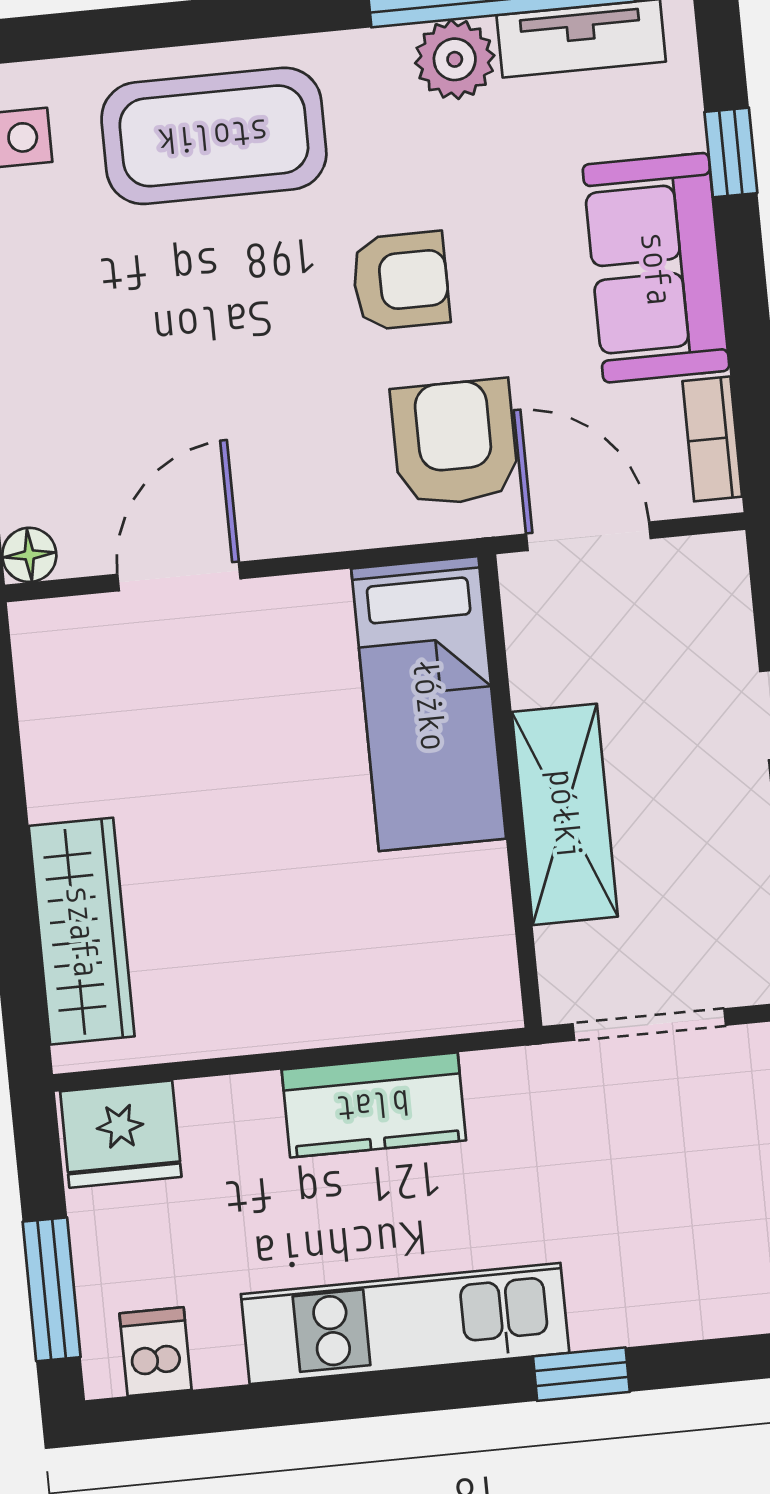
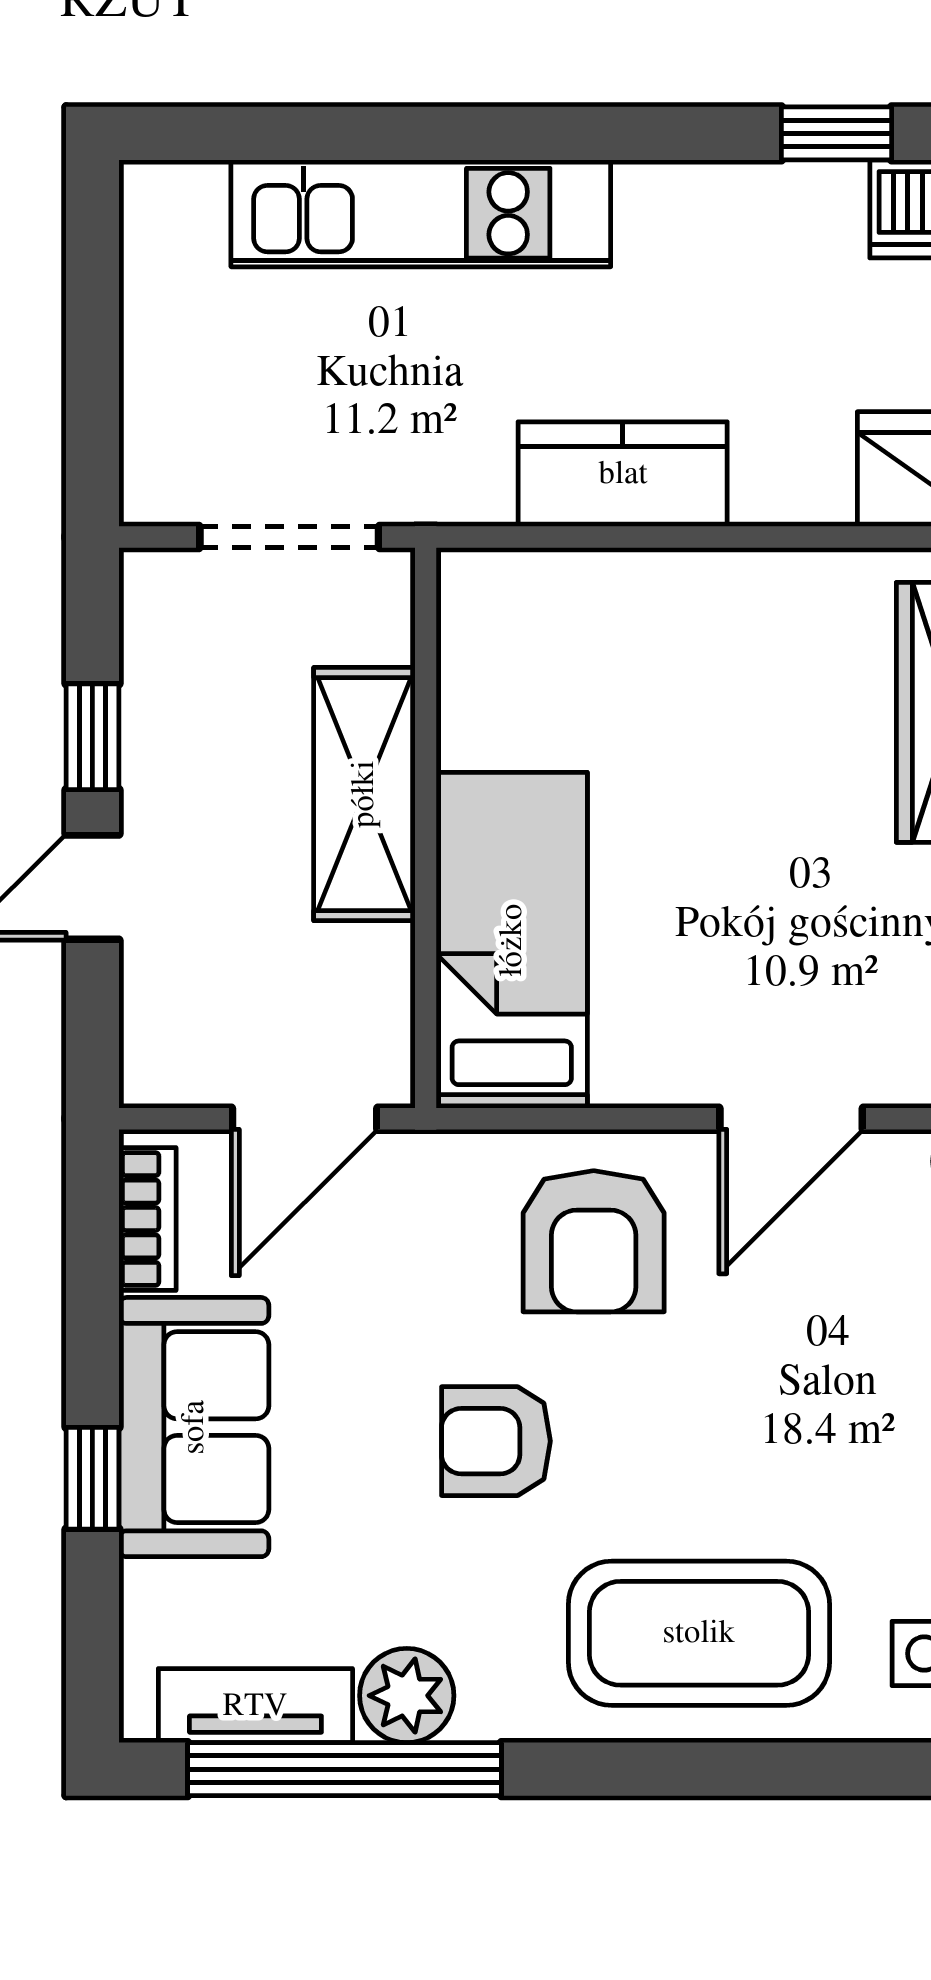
window: (731, 152) -> (92, 1478), moved
armchair: (455, 443) -> (594, 1241), moved
door: (588, 536) -> (305, 1119), hinge flipped
kitchen unit: (405, 1323) -> (421, 213), moved
window: (581, 1374) -> (836, 133), moved

